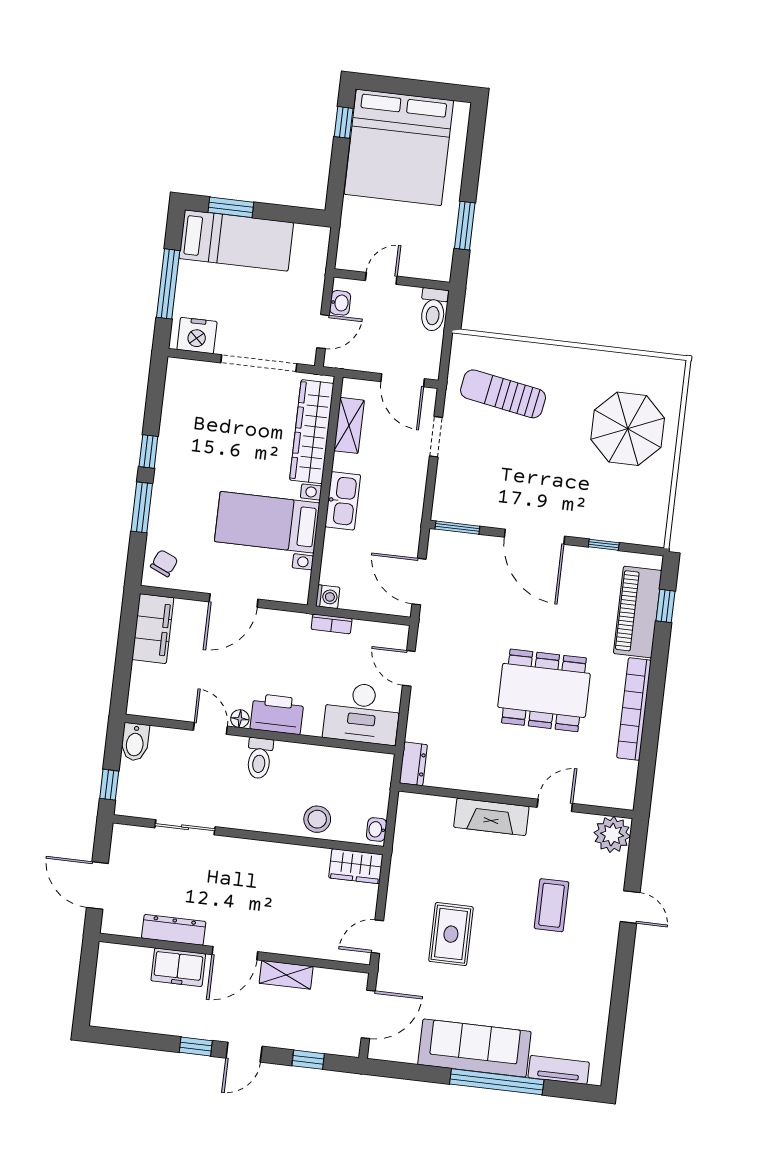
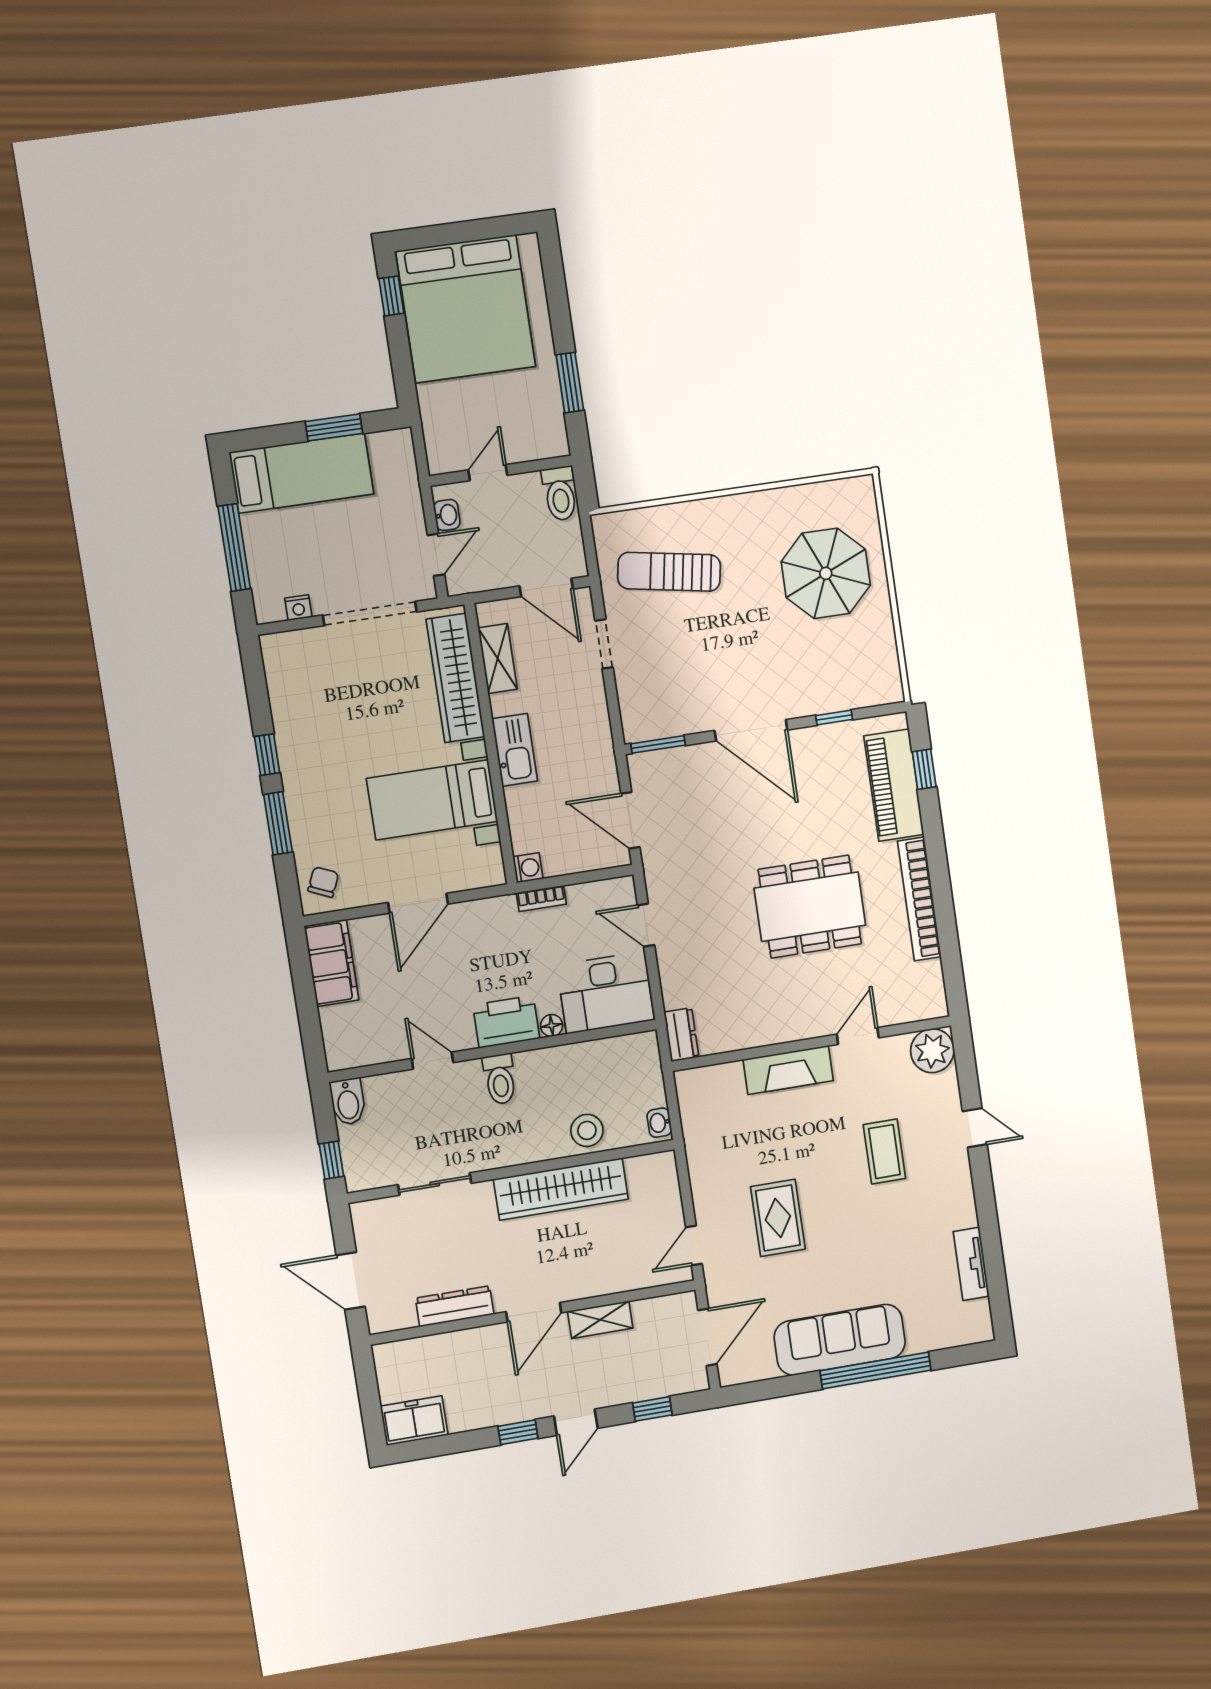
window: (231, 207) -> (334, 427), moved
nightstand: (197, 336) -> (298, 608), width x0.53, depth x0.56
floor lamp: (240, 719) -> (552, 1026), moved
wardrobe: (356, 866) -> (561, 1189), moved, width x2.10, depth x1.17
freezer: (178, 967) -> (414, 1421), moved, turned 180
tv unit: (559, 1070) -> (971, 1264), moved, turned -90

